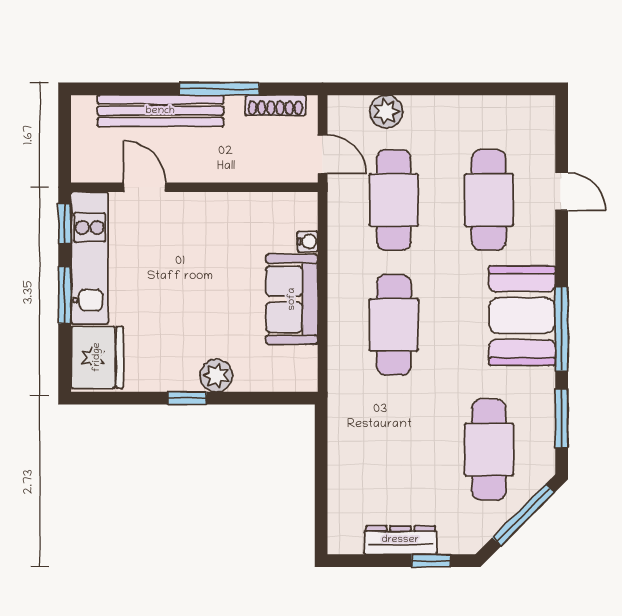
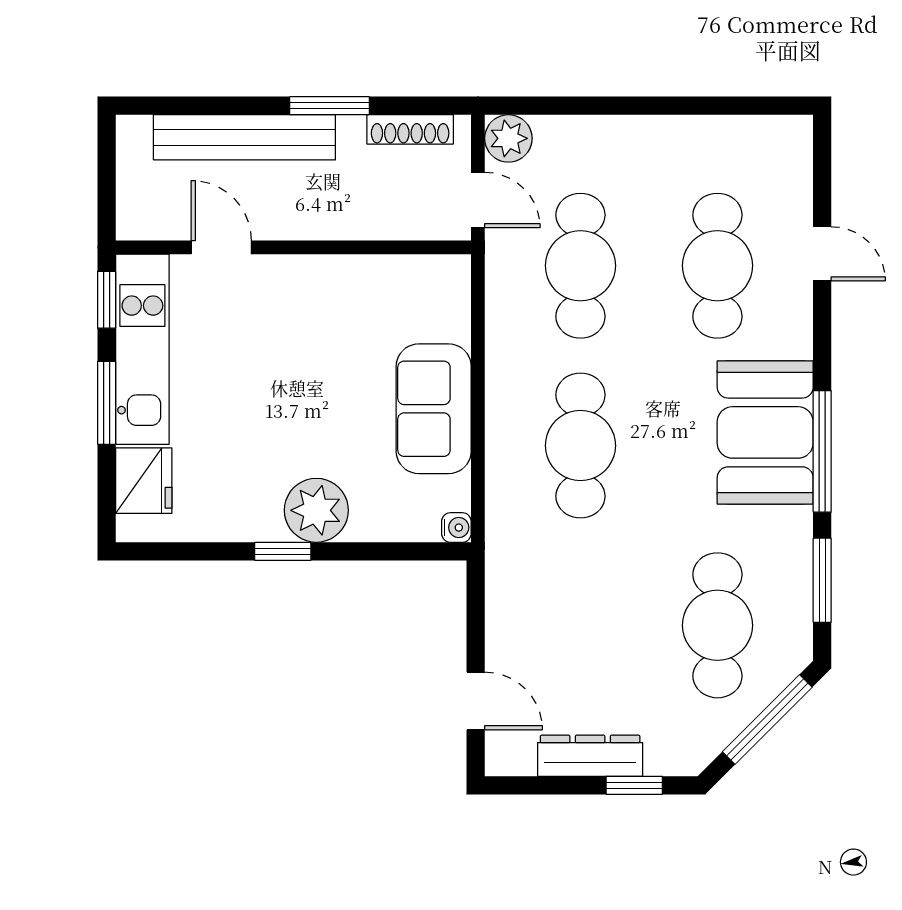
window: (220, 89) -> (329, 106), width x0.69
plant: (386, 112) -> (508, 138), moved
water cooler: (308, 241) -> (456, 528), moved
fridge: (97, 357) -> (144, 481), width x0.73, depth x0.75
plant: (216, 376) -> (316, 510), width x1.36, depth x1.36
door: (321, 502) -> (476, 701), added

